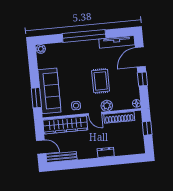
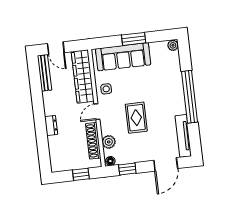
door: (140, 57) -> (166, 164), swing flipped
window: (142, 79) -> (127, 169), moved
rug: (101, 81) -> (136, 118), turned 90
window: (36, 98) -> (134, 39), moved
plant: (107, 106) -> (109, 142), moved
door: (41, 147) -> (56, 48), hinge flipped

